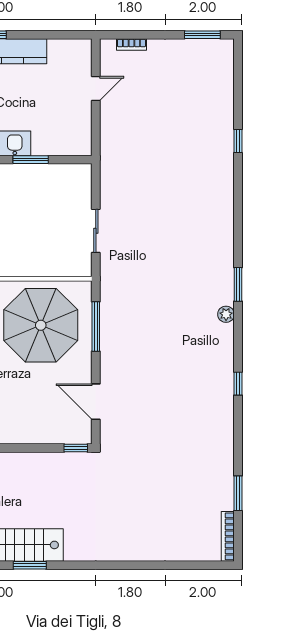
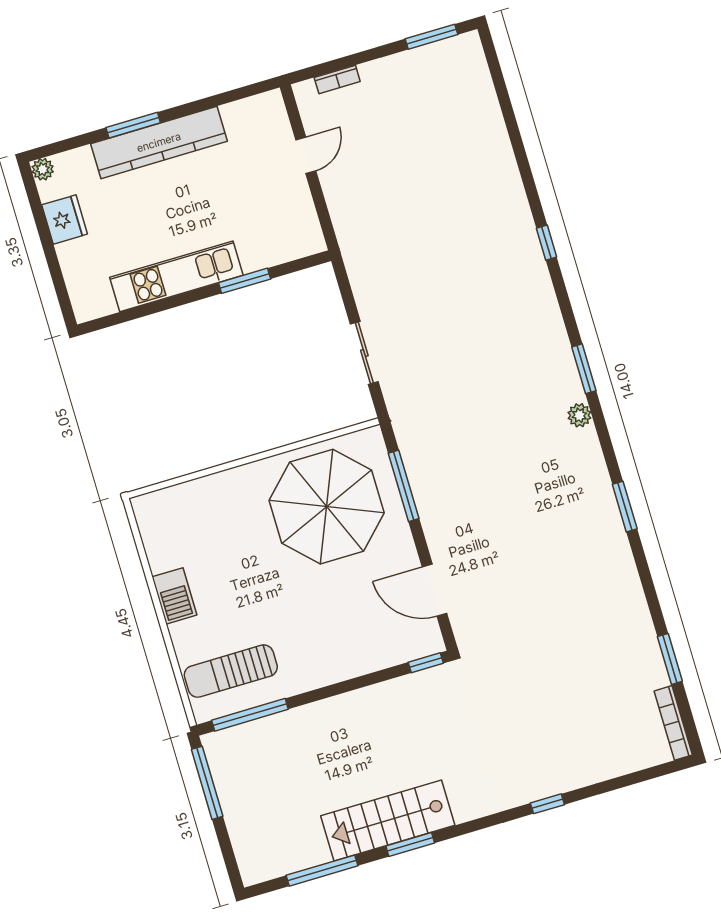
window: (238, 141) -> (546, 243), moved
window: (238, 384) -> (625, 507), width x1.50
window: (129, 565) -> (547, 804), added

